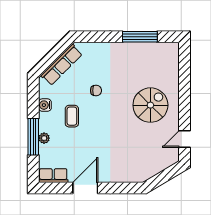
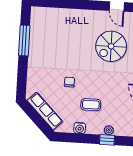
spiral stairs: (150, 105) -> (111, 46), moved, turned -90
window: (33, 137) -> (107, 140), width x0.46

